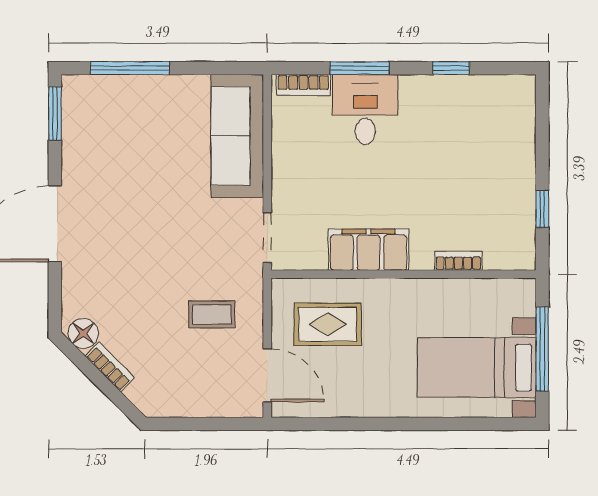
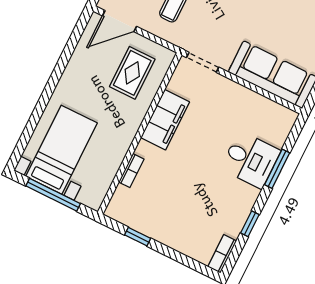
bookcase: (303, 85) -> (222, 254), moved

